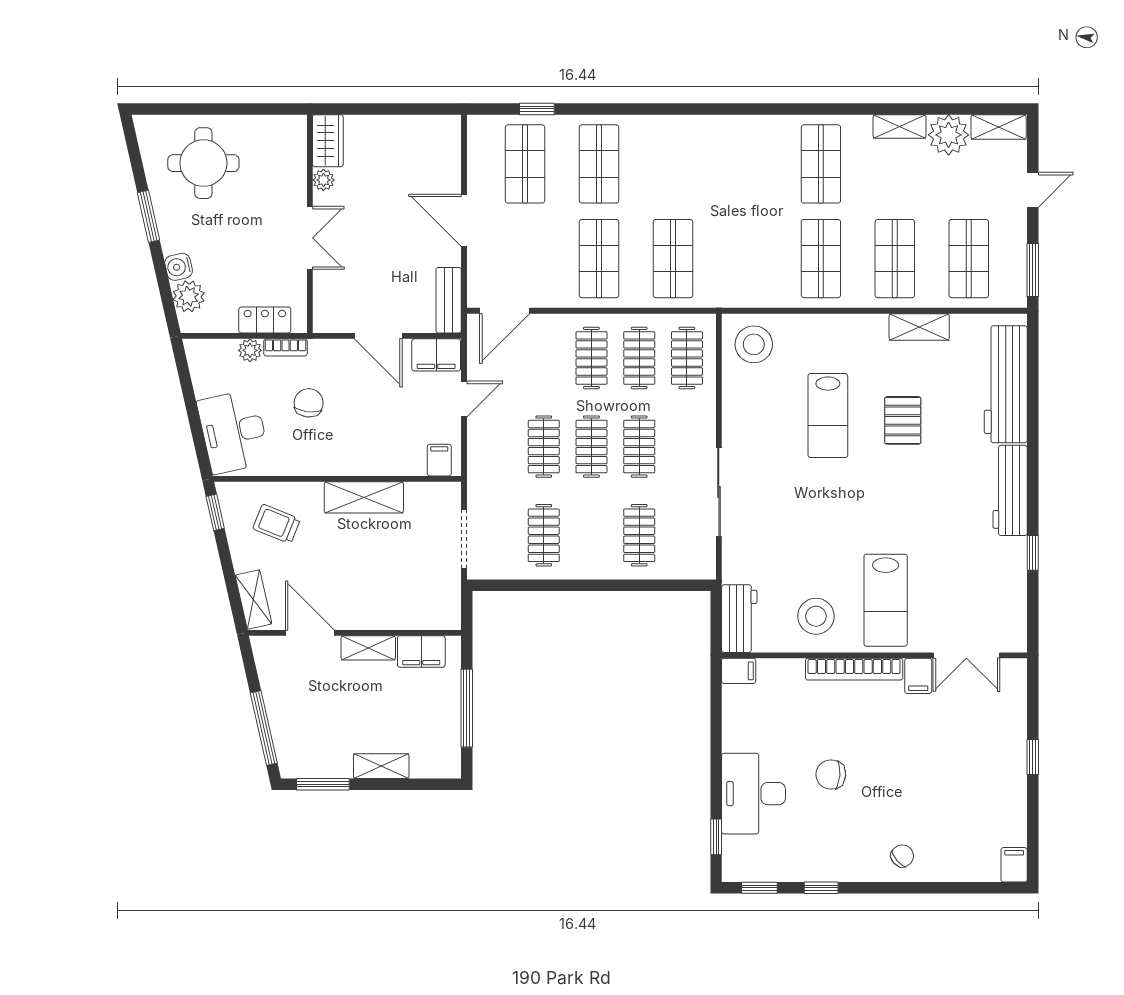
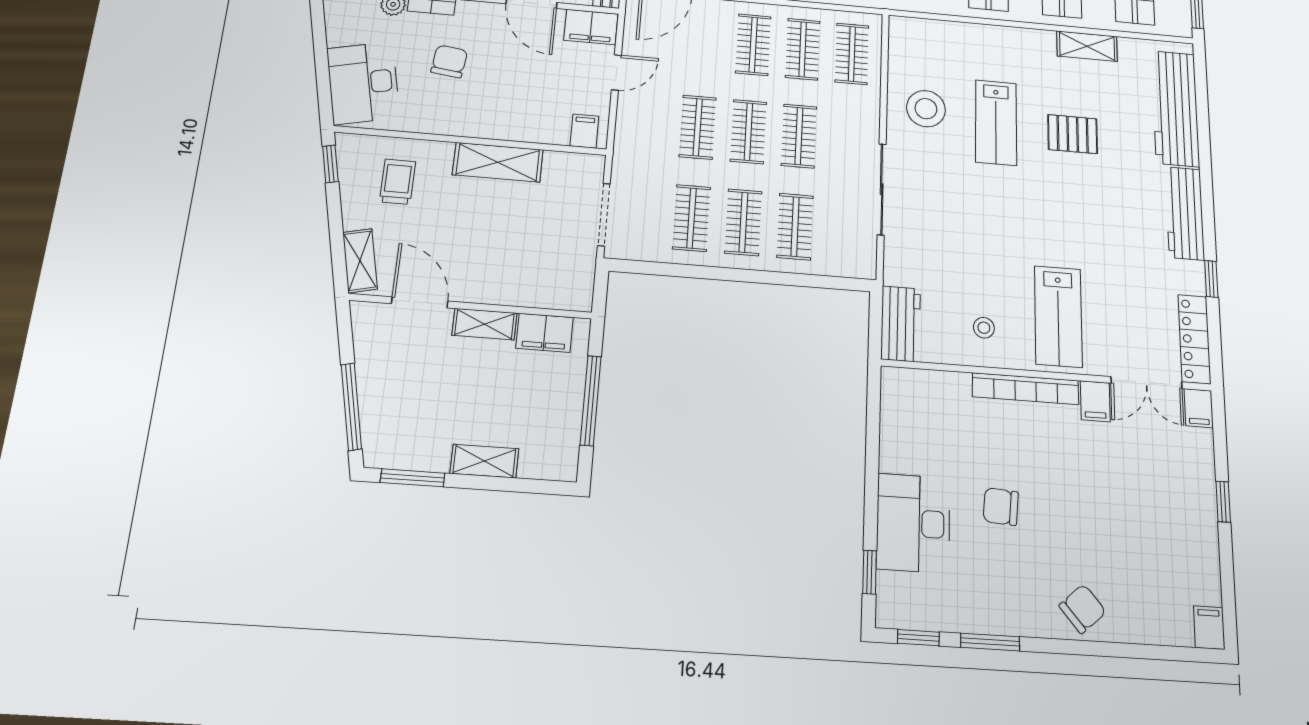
stool: (754, 344) -> (926, 109), moved
pallet: (903, 420) -> (1073, 134), turned 90
trolley: (277, 524) -> (398, 182), turned 68
clothes rail: (591, 535) -> (743, 222), added
locker: (1014, 611) -> (1194, 339), added
stool: (816, 616) -> (984, 328), width x0.53, depth x0.53
filing cabinet: (739, 671) -> (1199, 408), moved, turned 90
chair: (902, 856) -> (1083, 609), width x1.37, depth x1.37
window: (821, 888) -> (990, 642), width x1.50

